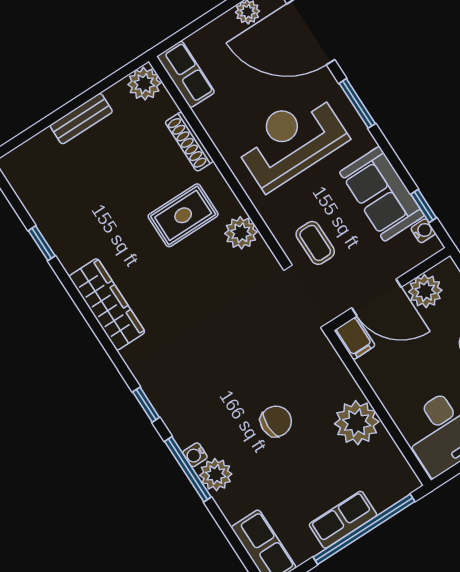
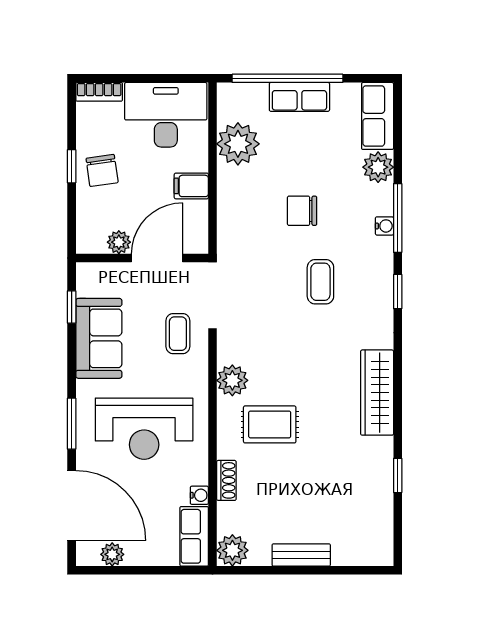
shoe rack: (189, 142) -> (226, 480), width x0.70
water cooler: (423, 231) -> (199, 495), moved, turned 180
plant: (425, 291) -> (119, 242), width x0.73, depth x0.73
door: (376, 297) -> (157, 258), hinge flipped
filing cabinet: (355, 338) -> (191, 186), moved, turned -90
coffee table: (219, 369) -> (320, 282), added
plant: (357, 423) -> (238, 144), moved
plant: (216, 475) -> (378, 167), moved

